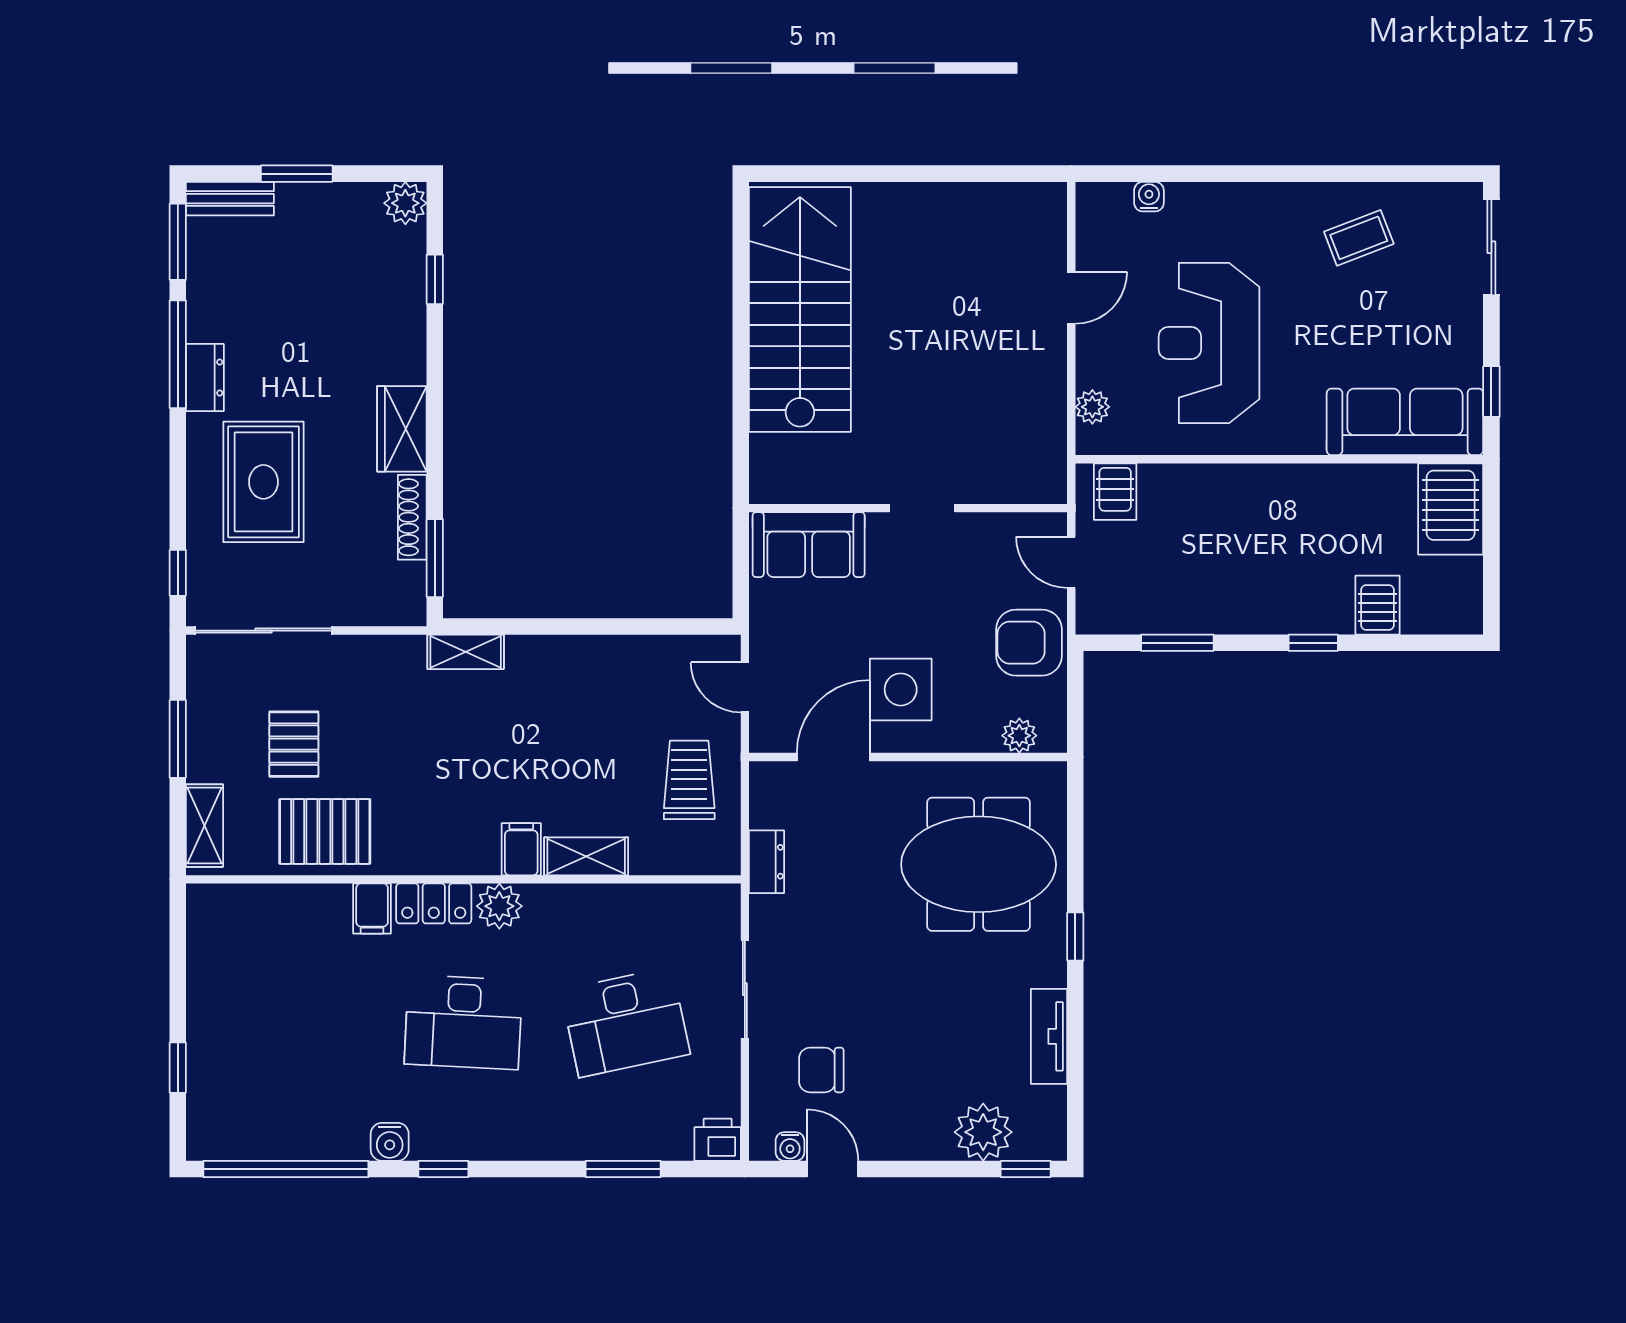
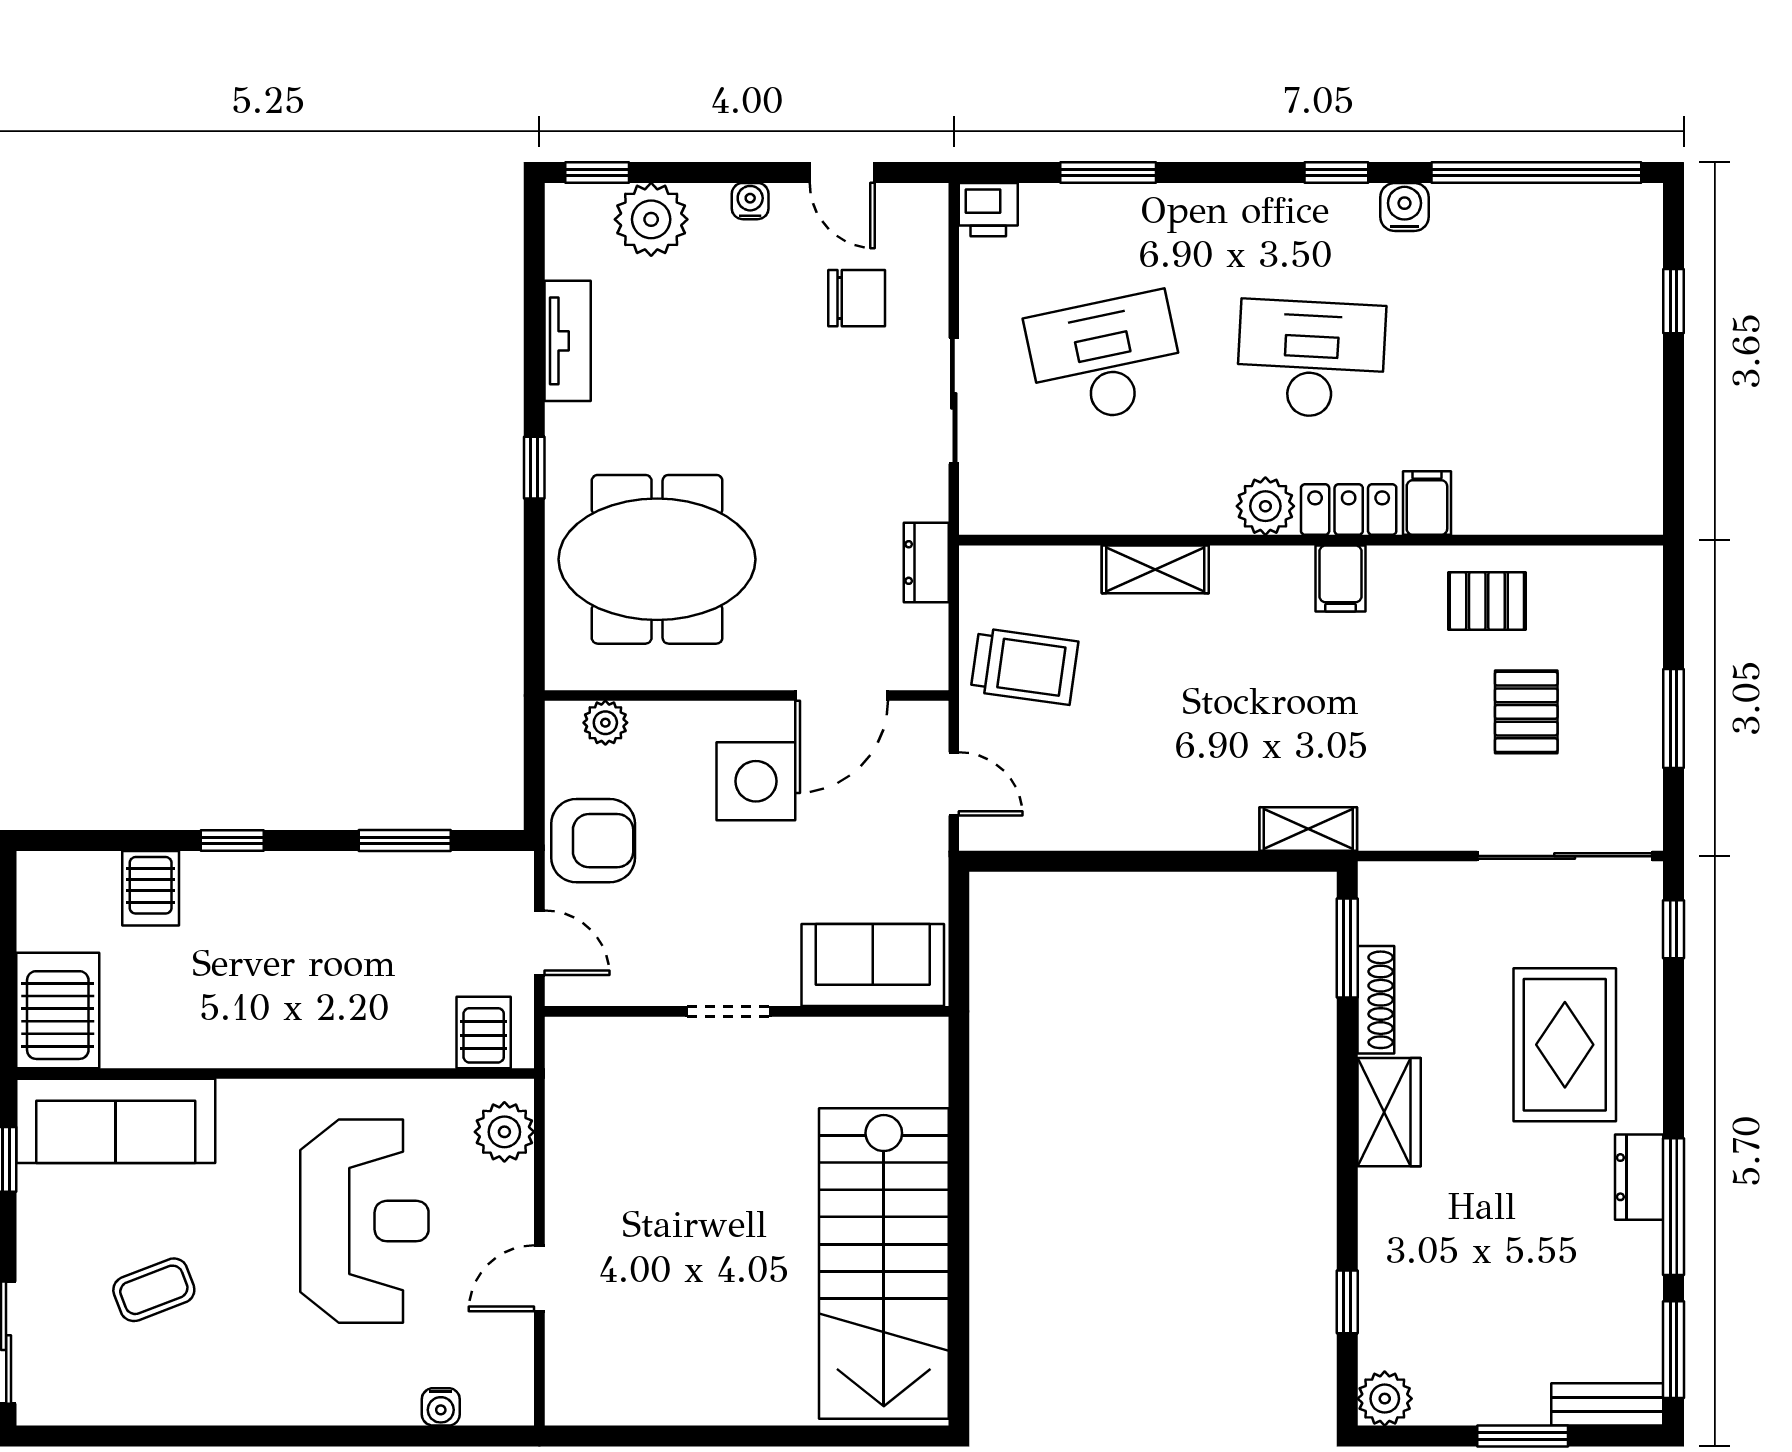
coffee table: (1359, 238) -> (154, 1290), moved
plant: (1092, 407) -> (504, 1132), width x1.38, depth x1.38
trolley: (689, 780) -> (1024, 666), turned -82
shelving: (205, 826) -> (1640, 608), removed
pallet: (325, 831) -> (1487, 601), width x0.67, depth x0.71
filing cabinet: (521, 849) -> (1341, 578), moved
water cooler: (790, 1146) -> (750, 201), moved

